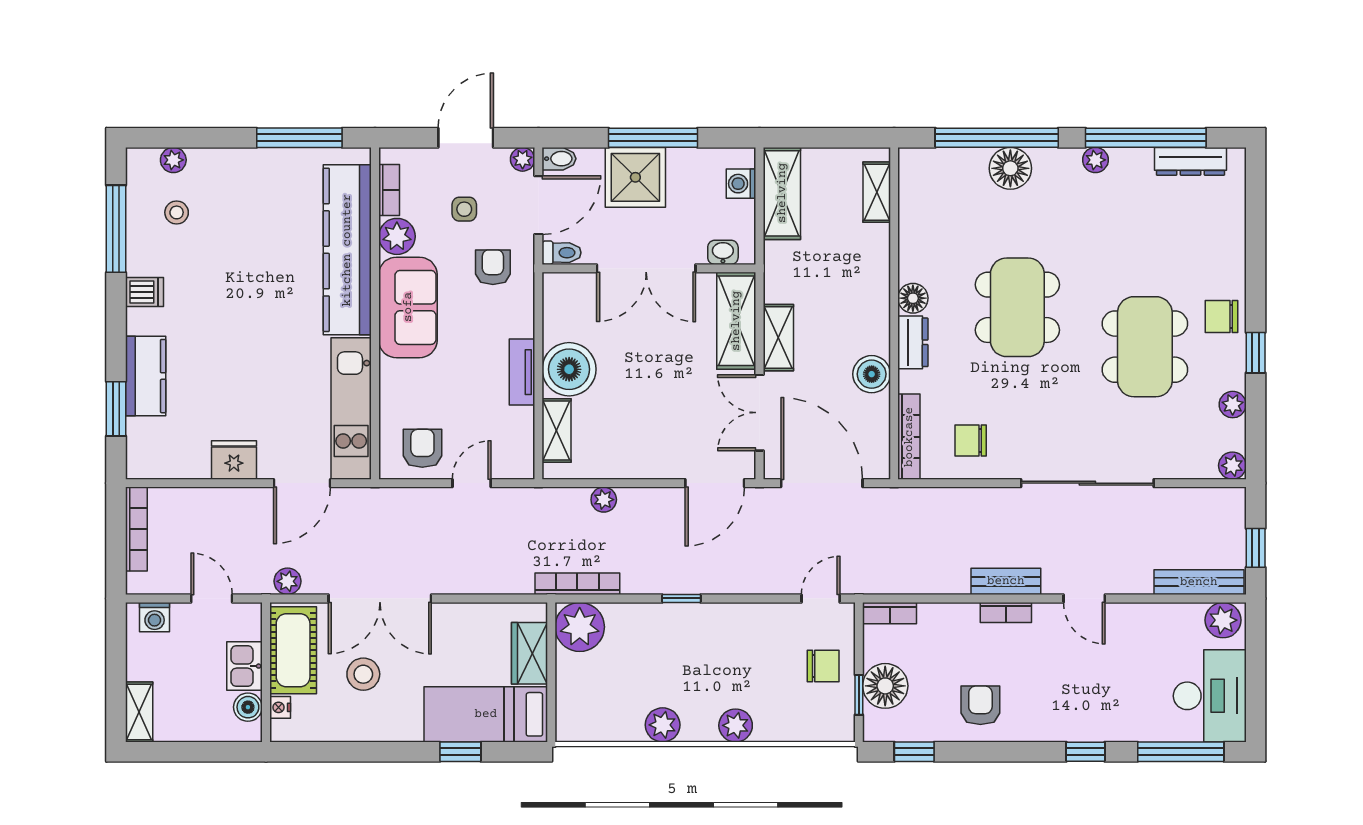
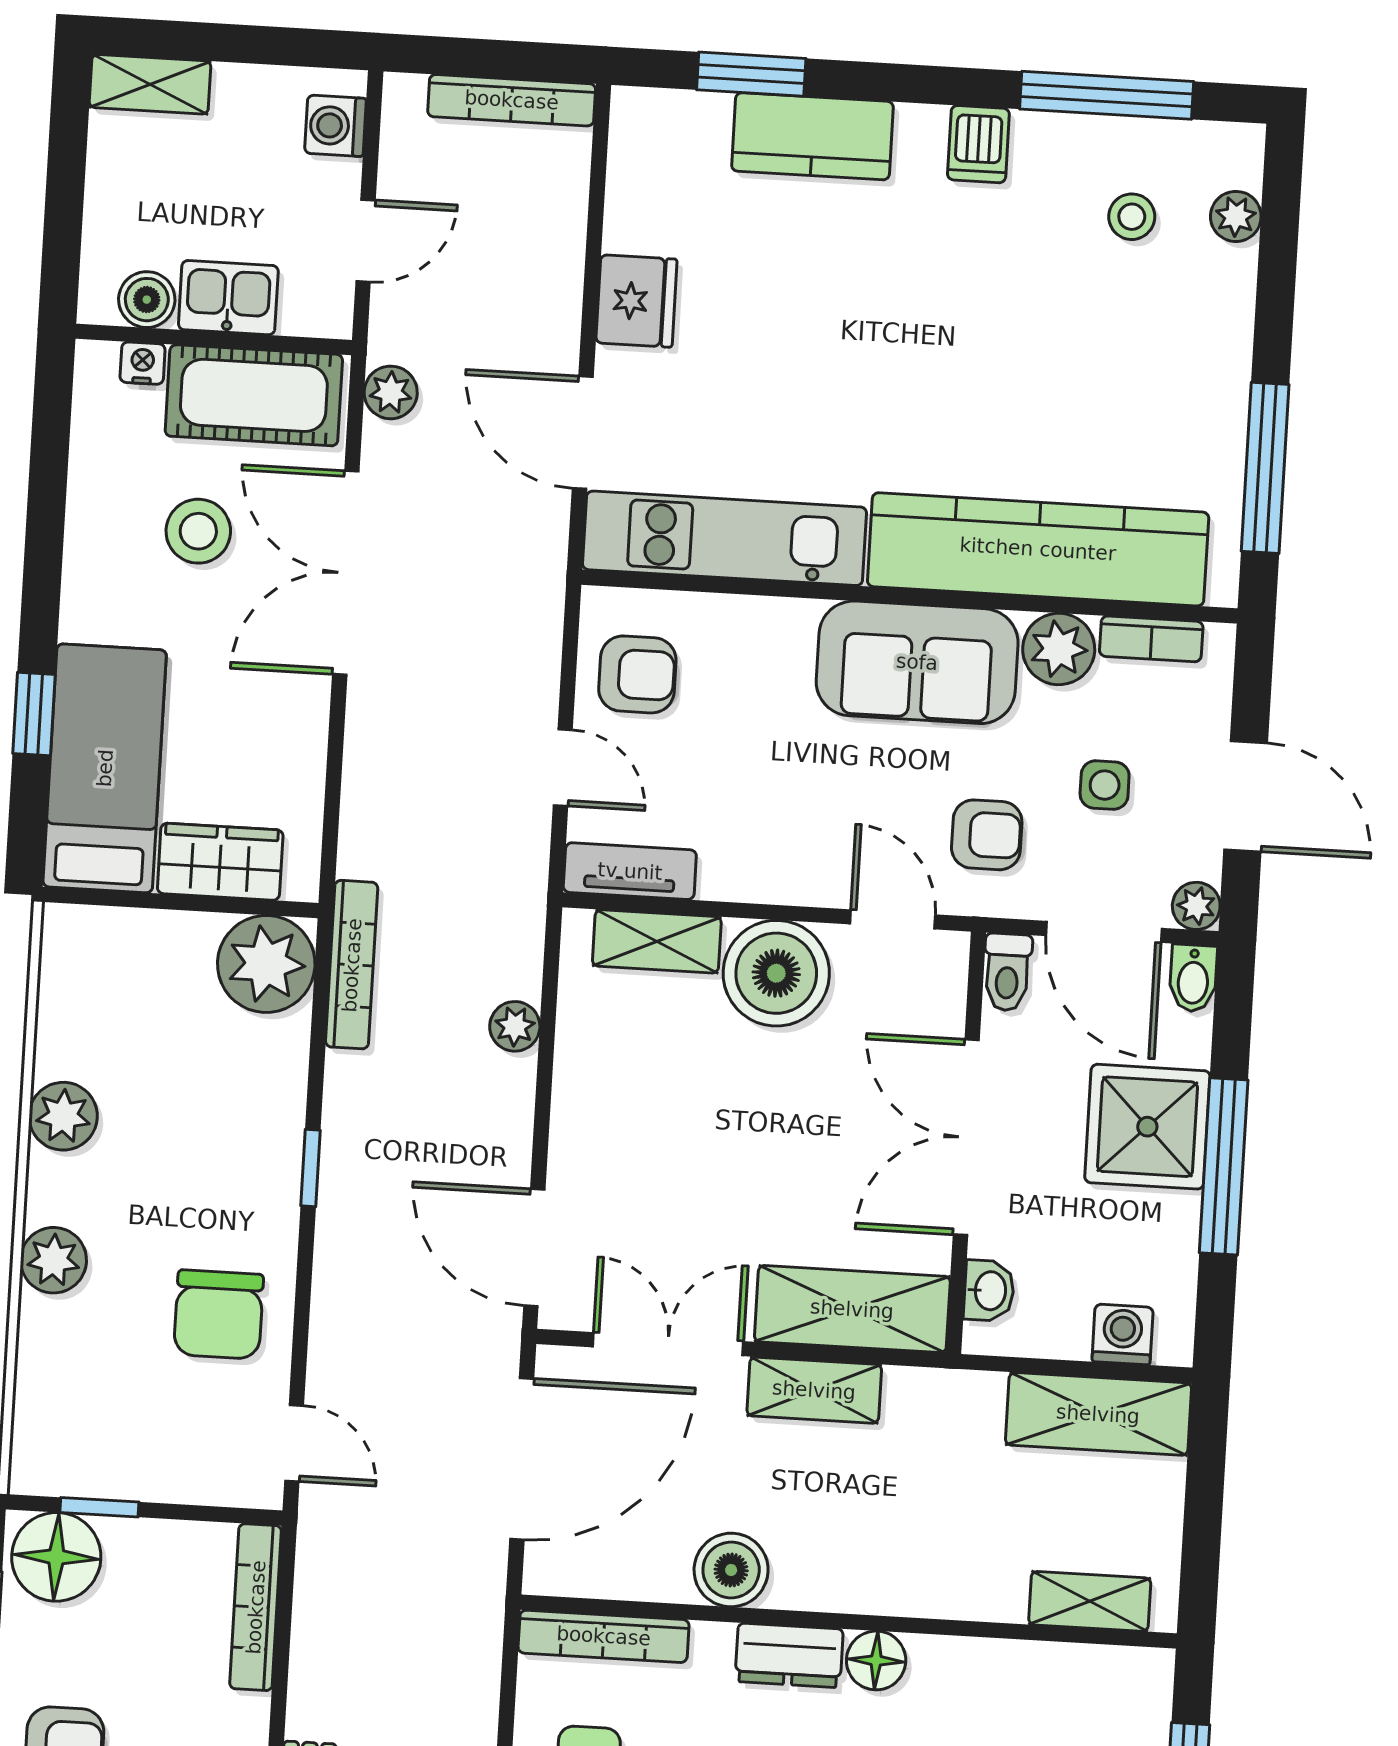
door: (538, 312) -> (893, 919), added
tv unit: (522, 372) -> (630, 871), moved
bookcase: (890, 613) -> (256, 1607), width x1.56
chair: (823, 666) -> (219, 1314), moved, width x1.37, depth x1.37
floor lamp: (885, 686) -> (56, 1557), moved

